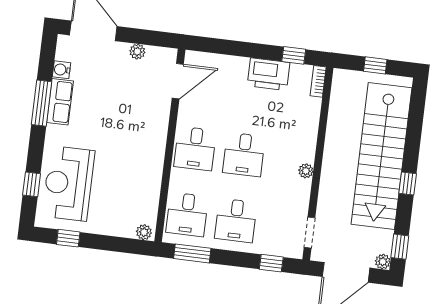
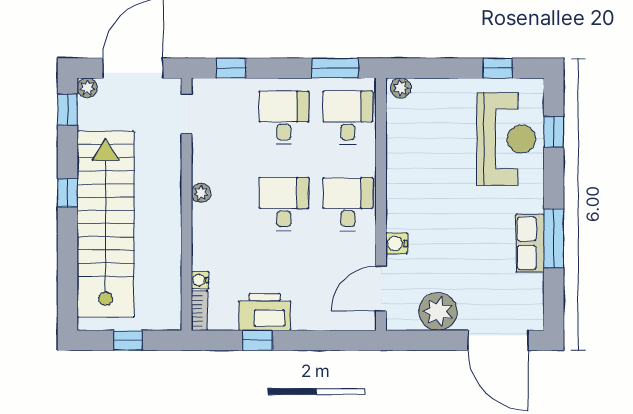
plant: (137, 52) -> (438, 312), width x1.88, depth x1.88
window: (294, 55) -> (257, 340), moved
water cooler: (61, 70) -> (397, 243), moved, turned 180
water cooler: (315, 105) -> (200, 280), added

